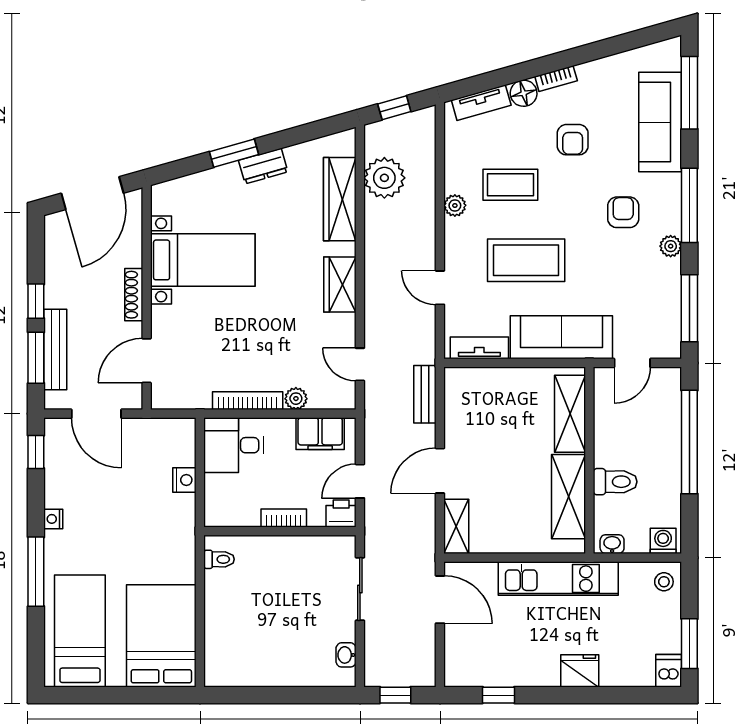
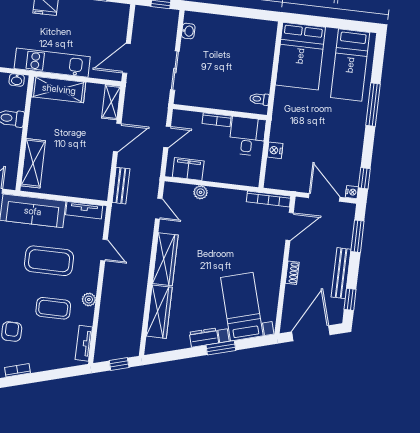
floor lamp: (524, 93) -> (39, 364), removed
tv unit: (481, 103) -> (84, 343), moved, turned -74
plant: (384, 178) -> (130, 322), removed
bed with nightstands: (203, 260) -> (242, 307), moved, turned 74
wardrobe: (340, 284) -> (165, 259), width x1.50
shoe rack: (134, 295) -> (292, 273), width x0.70
window: (36, 301) -> (350, 299), moved
bench: (55, 349) -> (341, 273), moved
bookcase: (248, 401) -> (269, 199), moved
desk: (234, 445) -> (247, 136), moved, turned -90
shelving: (568, 497) -> (59, 89), moved, turned 90
printer: (341, 513) -> (181, 118), removed
nightstand: (53, 519) -> (352, 192), moved
door: (440, 600) -> (126, 58), hinge flipped

